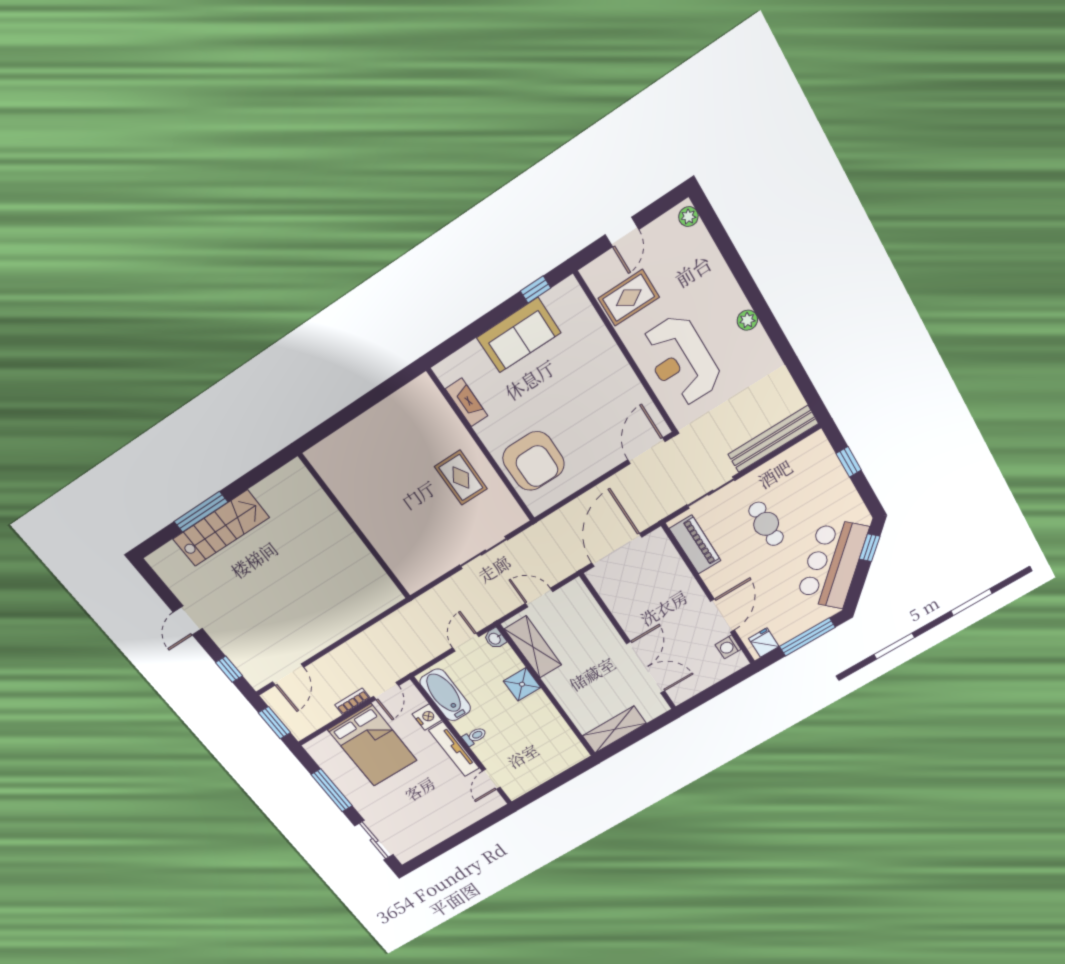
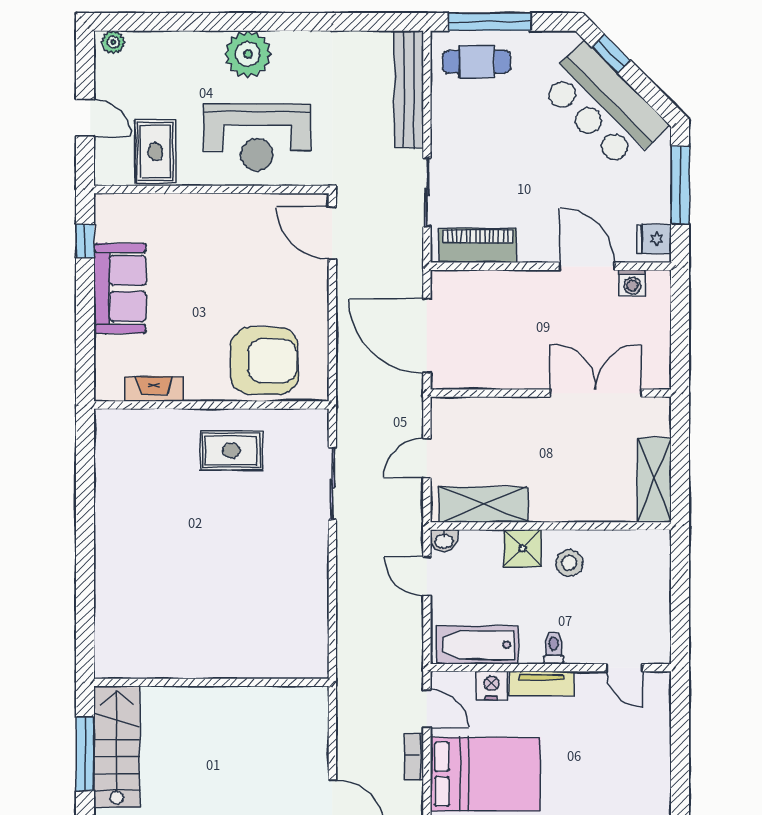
plant: (747, 320) -> (248, 54), width x1.88, depth x1.88
window: (849, 462) -> (490, 22), width x2.17
cafe table: (766, 524) -> (477, 62), moved
wall: (355, 527) -> (211, 682), moved
stool: (532, 714) -> (569, 563), added
tv unit: (454, 749) -> (541, 683), width x0.71

